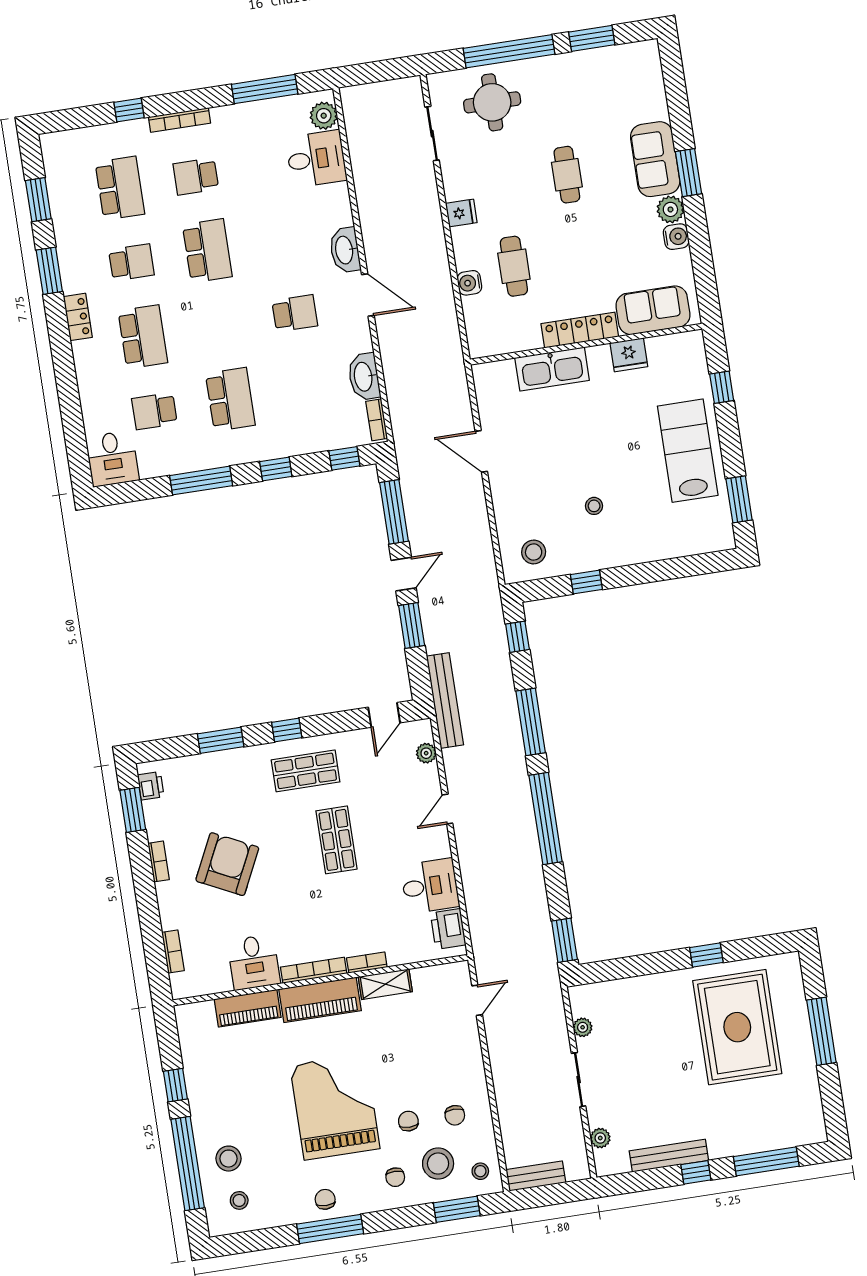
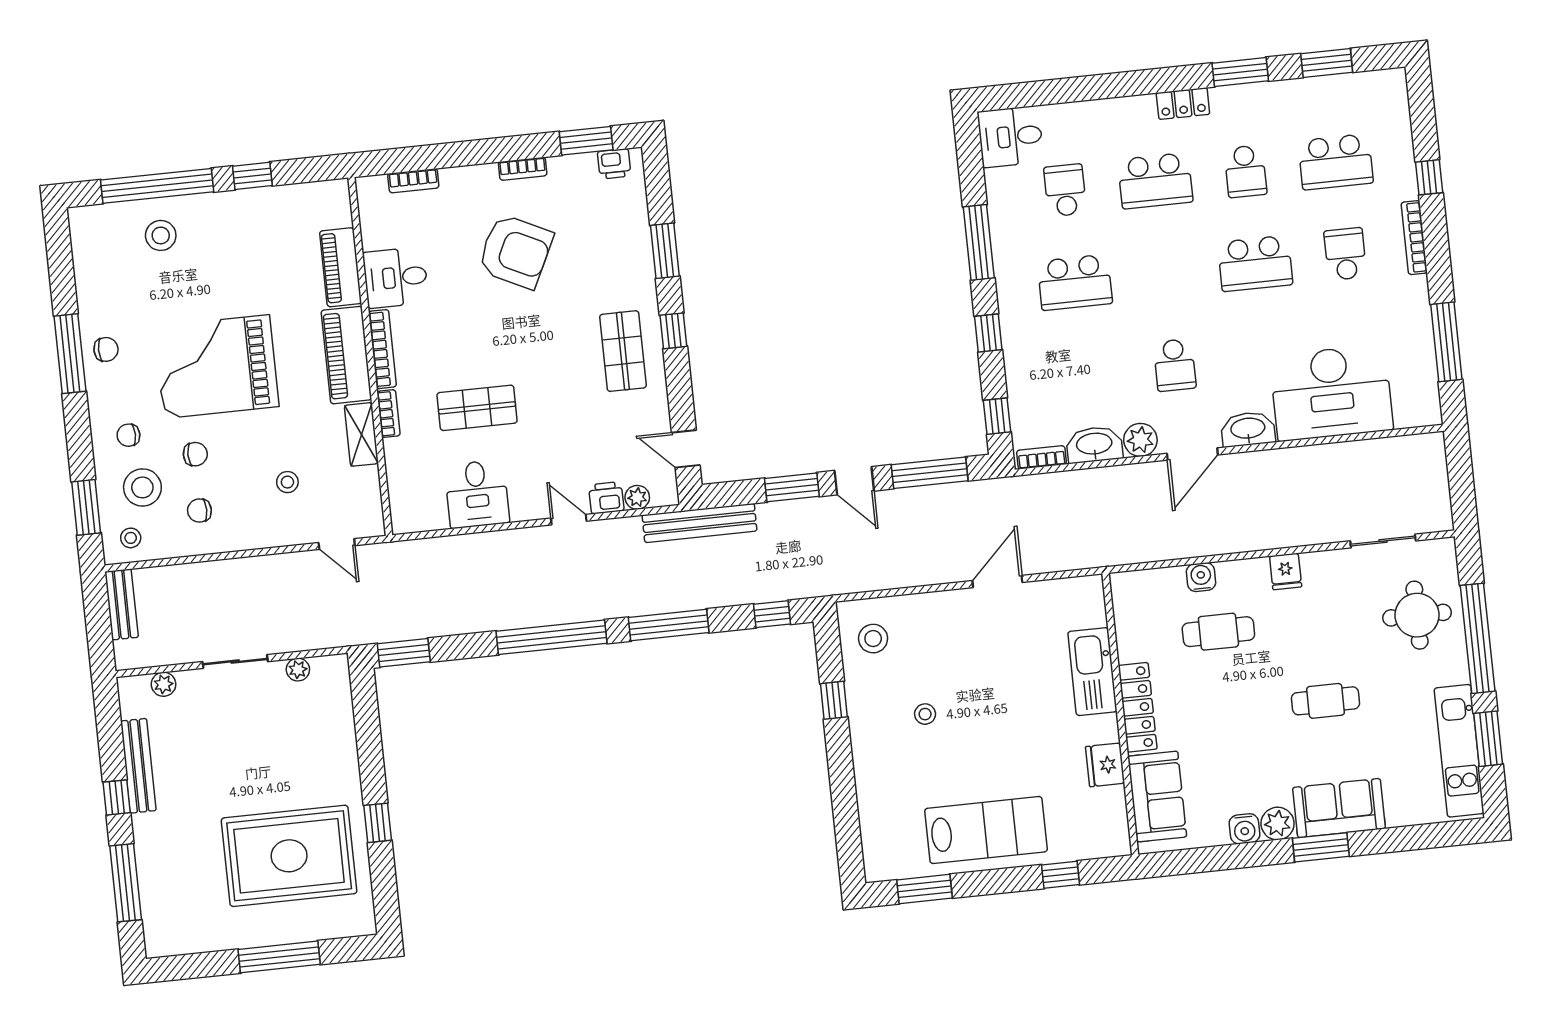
kitchen unit: (603, 62) -> (1459, 751), added
plant: (324, 116) -> (1140, 440), moved
desk: (316, 159) -> (1331, 393), width x1.87, depth x1.30
shop shelf: (337, 840) -> (477, 408), moved
printer: (448, 929) -> (606, 498), moved, width x0.73, depth x0.81
grand piano: (335, 1107) -> (217, 367), turned 180
stool: (239, 1200) -> (287, 482), moved

